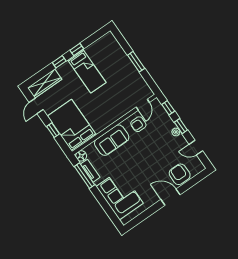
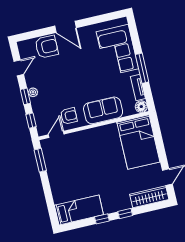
window: (136, 62) -> (40, 160), moved
bed: (87, 71) -> (79, 210), moved, turned 90
window: (53, 130) -> (160, 145), removed
door: (196, 148) -> (19, 68), hinge flipped
armchair: (180, 174) -> (47, 47), turned -90
window: (84, 176) -> (142, 68), moved

